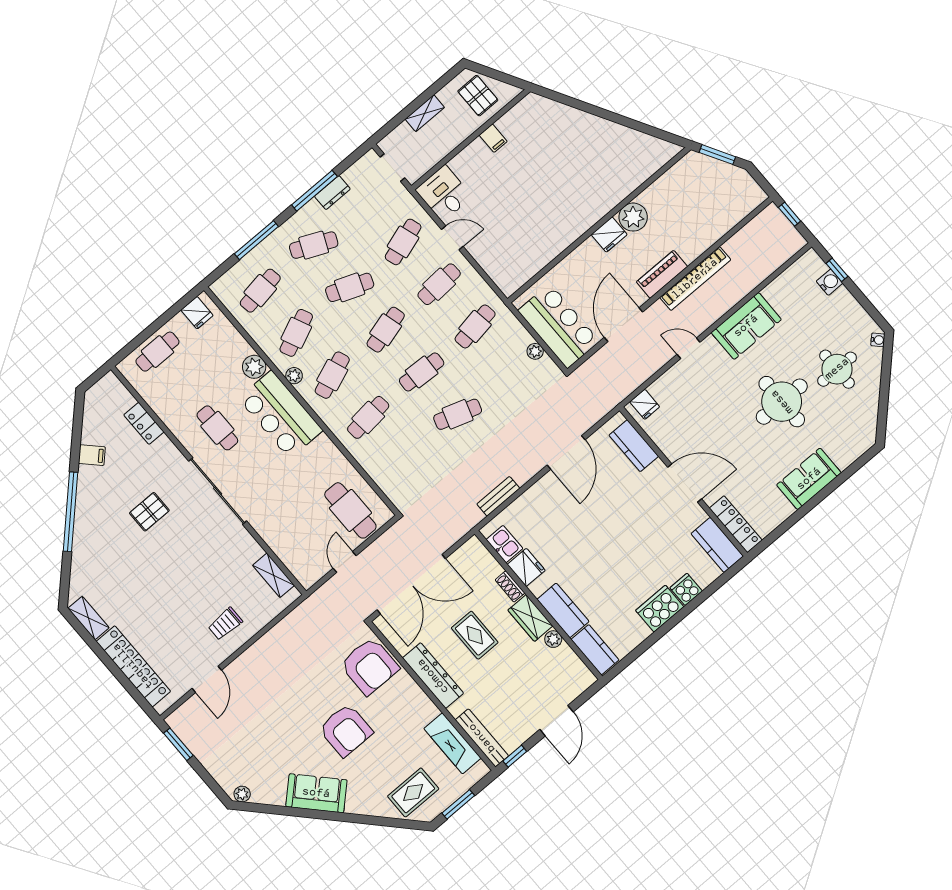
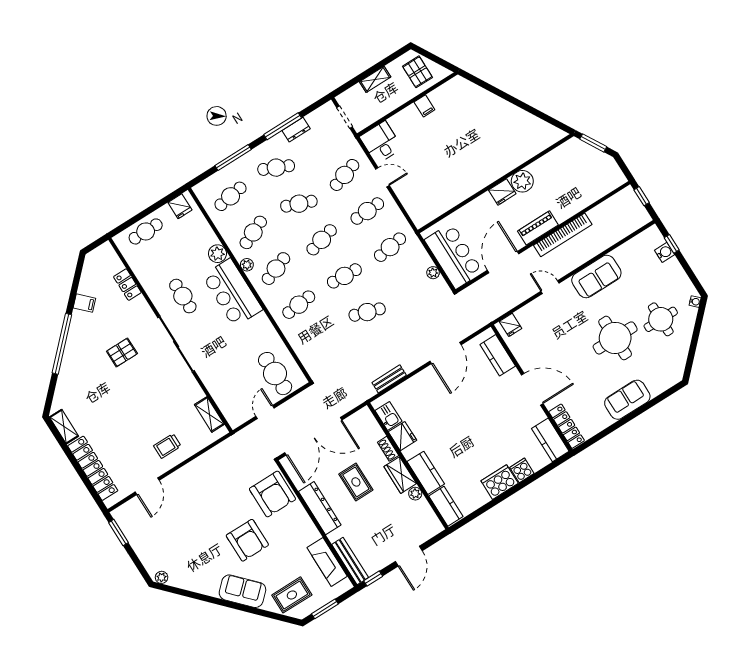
sofa: (316, 793) -> (242, 591), moved

